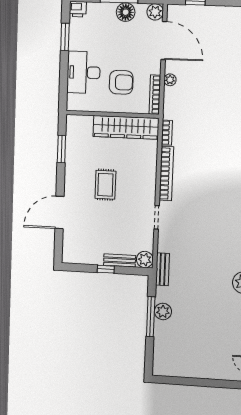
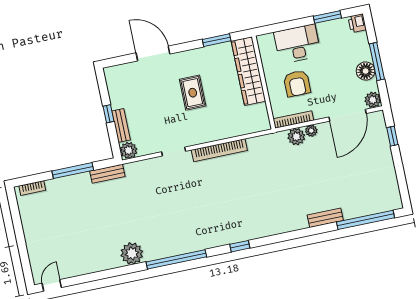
wardrobe: (126, 127) -> (248, 71), moved
bookcase: (167, 133) -> (32, 188), moved
rug: (105, 185) -> (193, 93), turned 90
bench: (162, 269) -> (107, 174), moved
plant: (163, 311) -> (296, 137), moved

